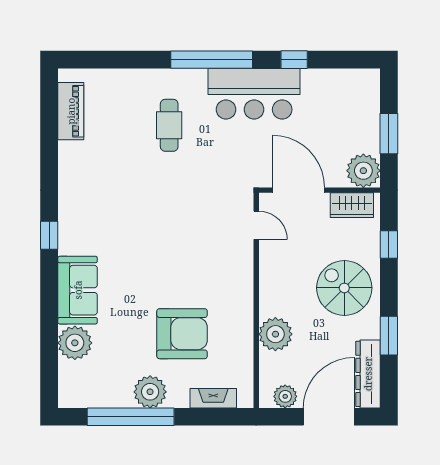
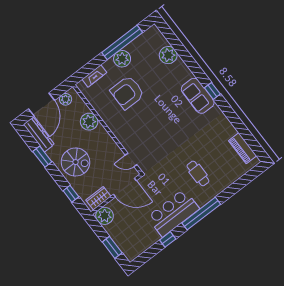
window: (389, 134) -> (112, 247), moved
sofa: (78, 290) -> (198, 96), moved

